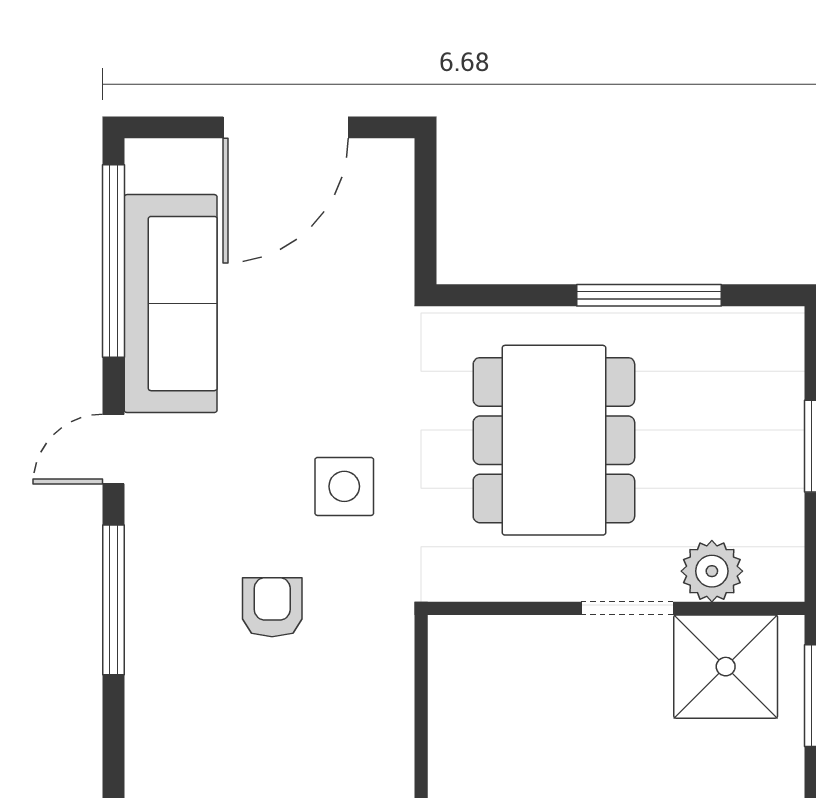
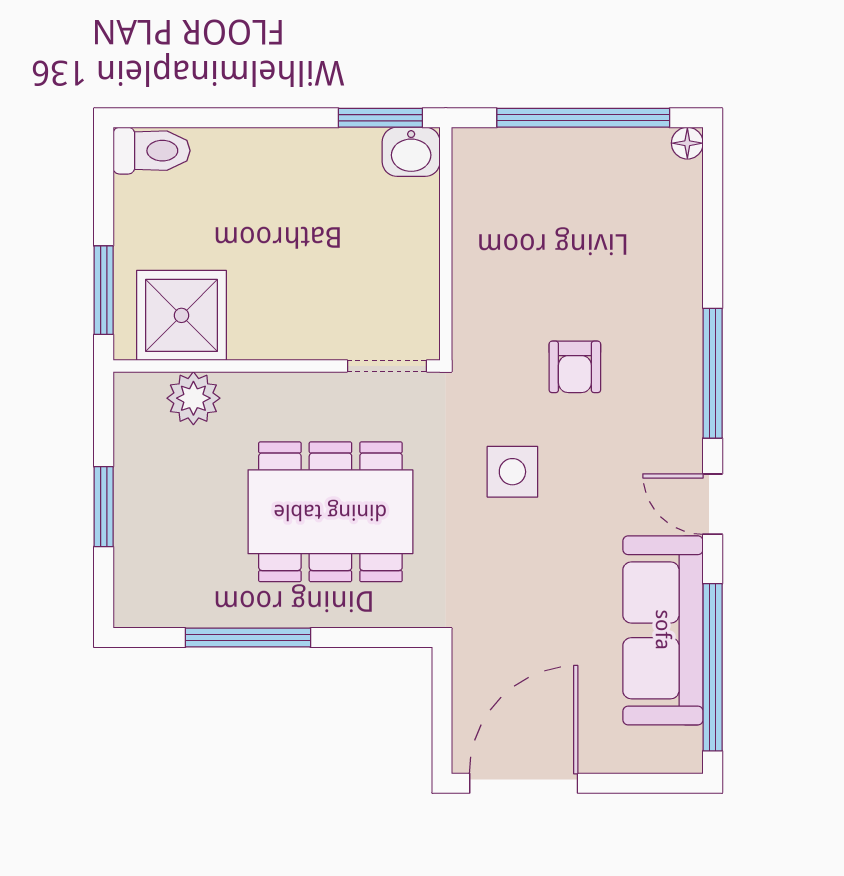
door: (286, 127) -> (524, 783), moved
dining table: (554, 440) -> (330, 512), turned 90
door: (113, 449) -> (713, 504), swing flipped
doorway: (627, 608) -> (387, 366), moved

